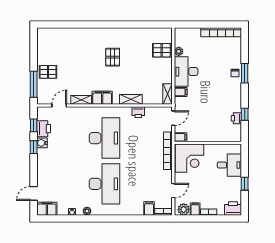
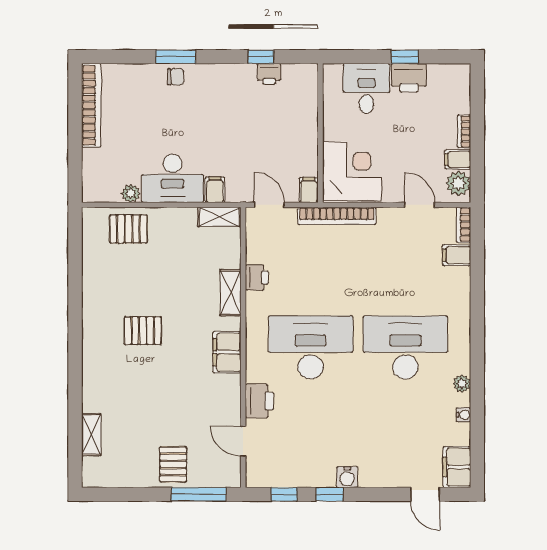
pallet: (162, 50) -> (128, 229), turned 90
shelving: (81, 100) -> (91, 435), moved
printer: (44, 129) -> (259, 401), moved, turned 90
water cooler: (42, 143) -> (347, 477), moved
printer: (233, 208) -> (409, 78), moved, turned -90

